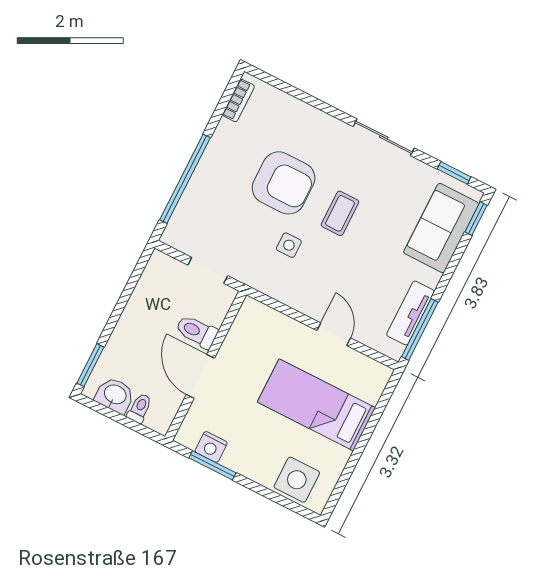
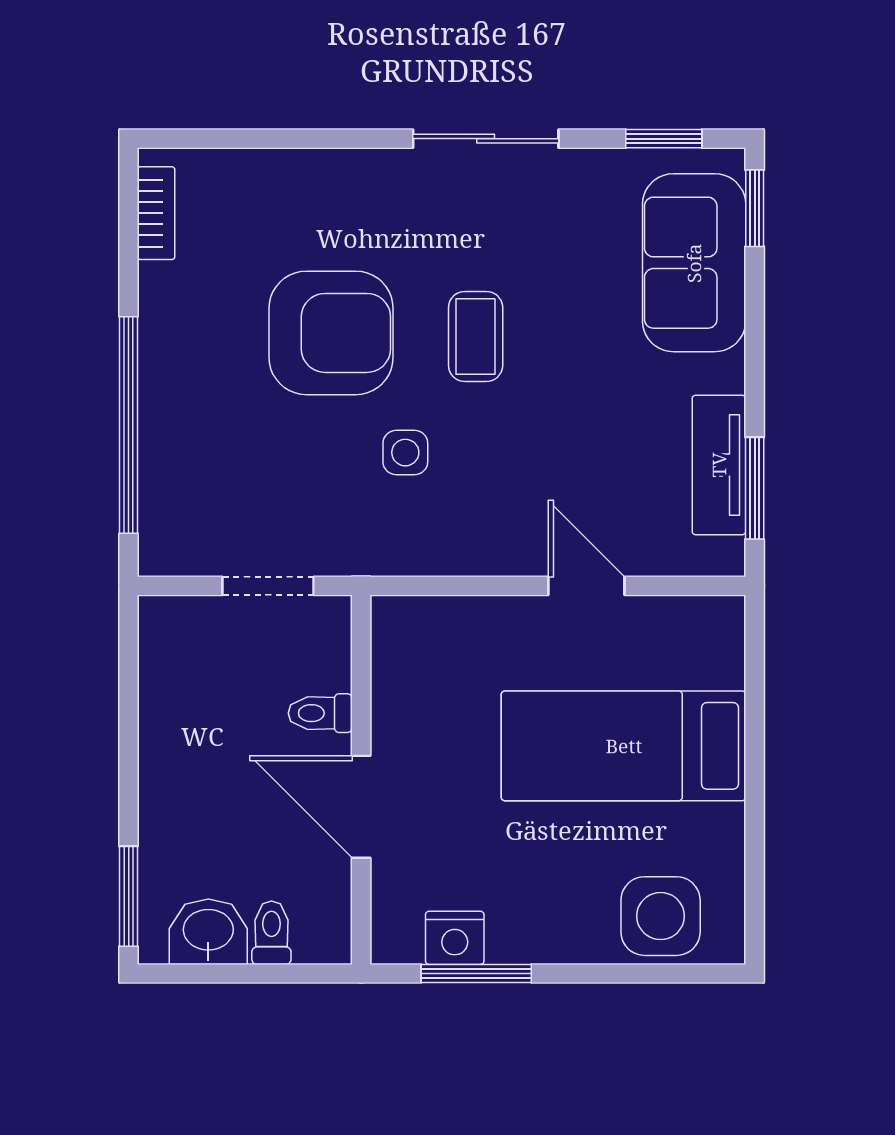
window: (420, 329) -> (755, 488), width x0.69
toilet: (197, 332) -> (320, 713), width x0.73, depth x0.72

